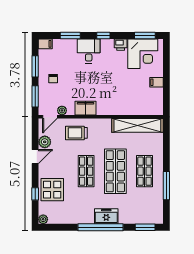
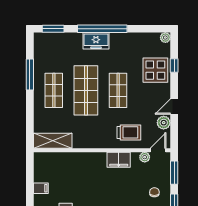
shelving: (137, 125) -> (53, 141), width x0.68

